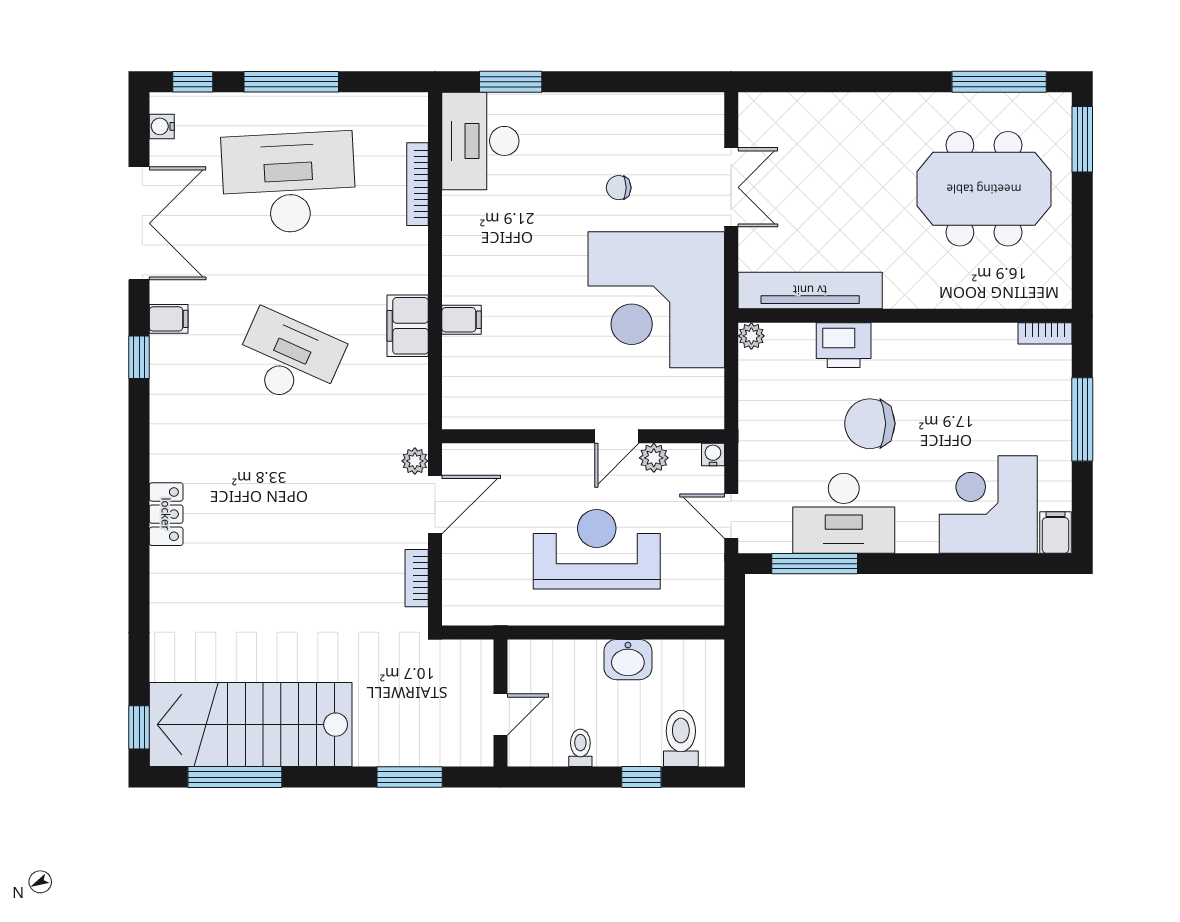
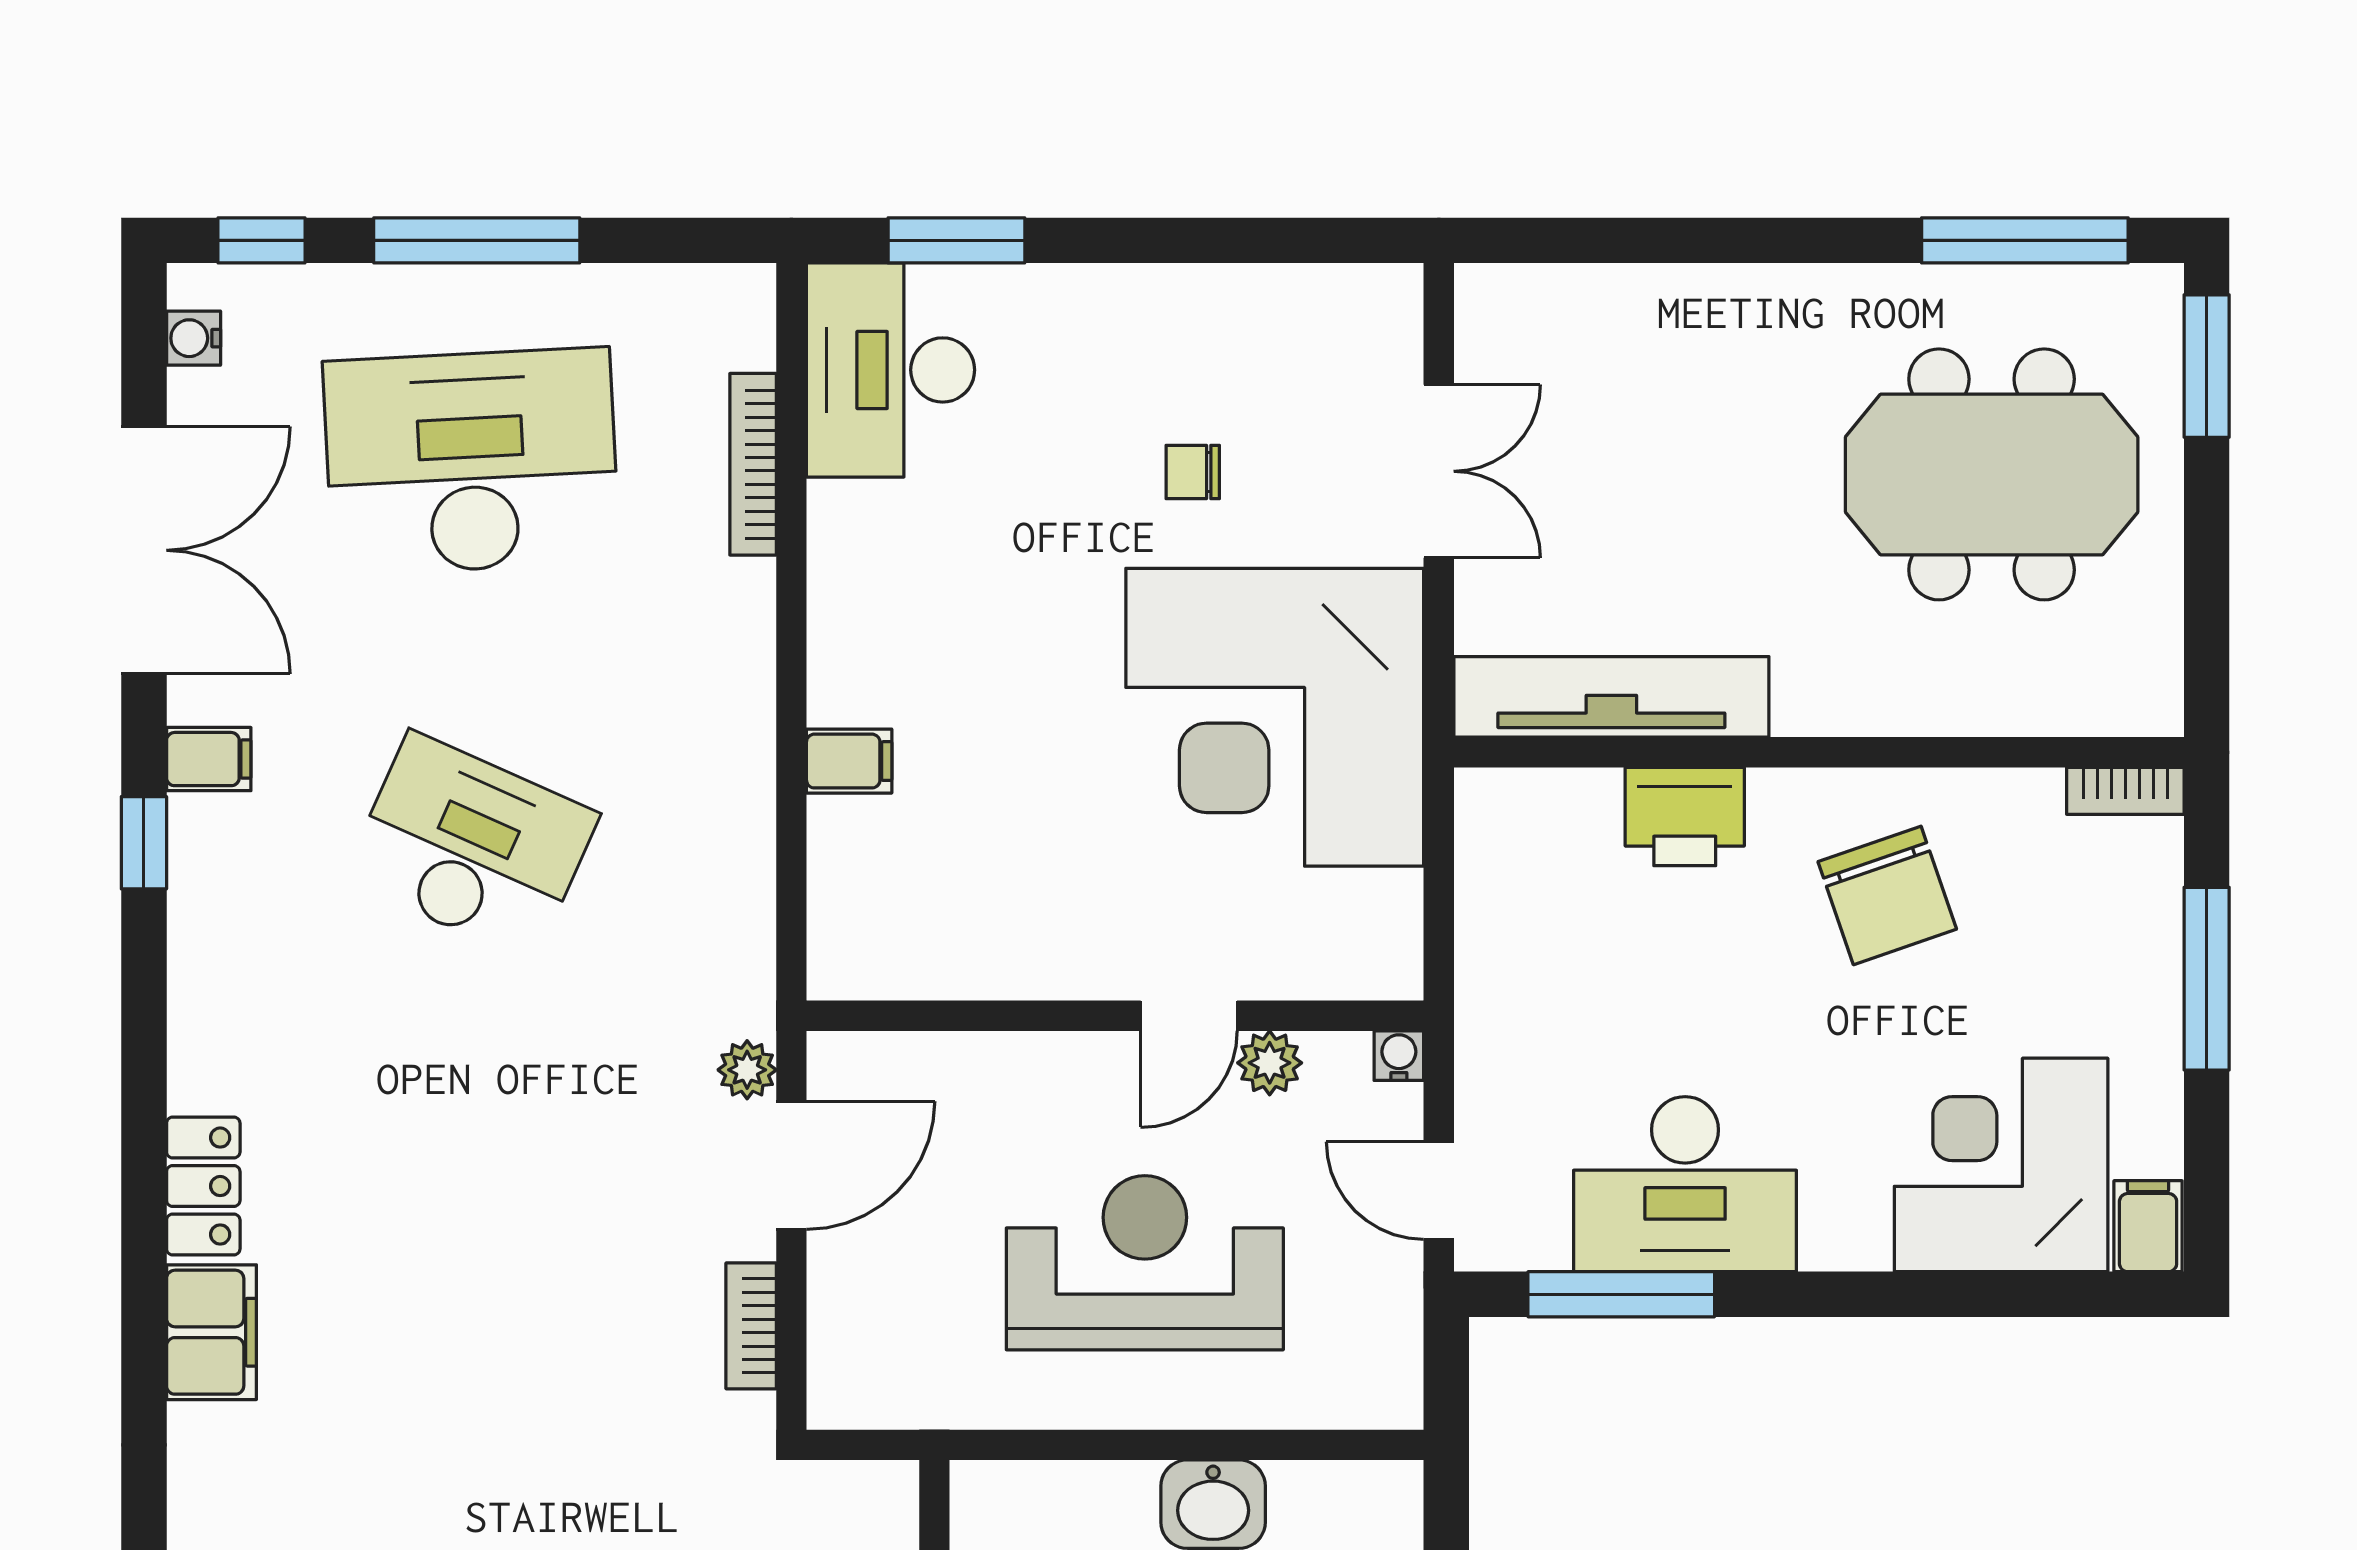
filing cabinet: (408, 326) -> (211, 1332), moved, turned 180
plant: (751, 336) -> (1483, 796), removed
chair: (870, 424) -> (1887, 895), moved, turned -109

